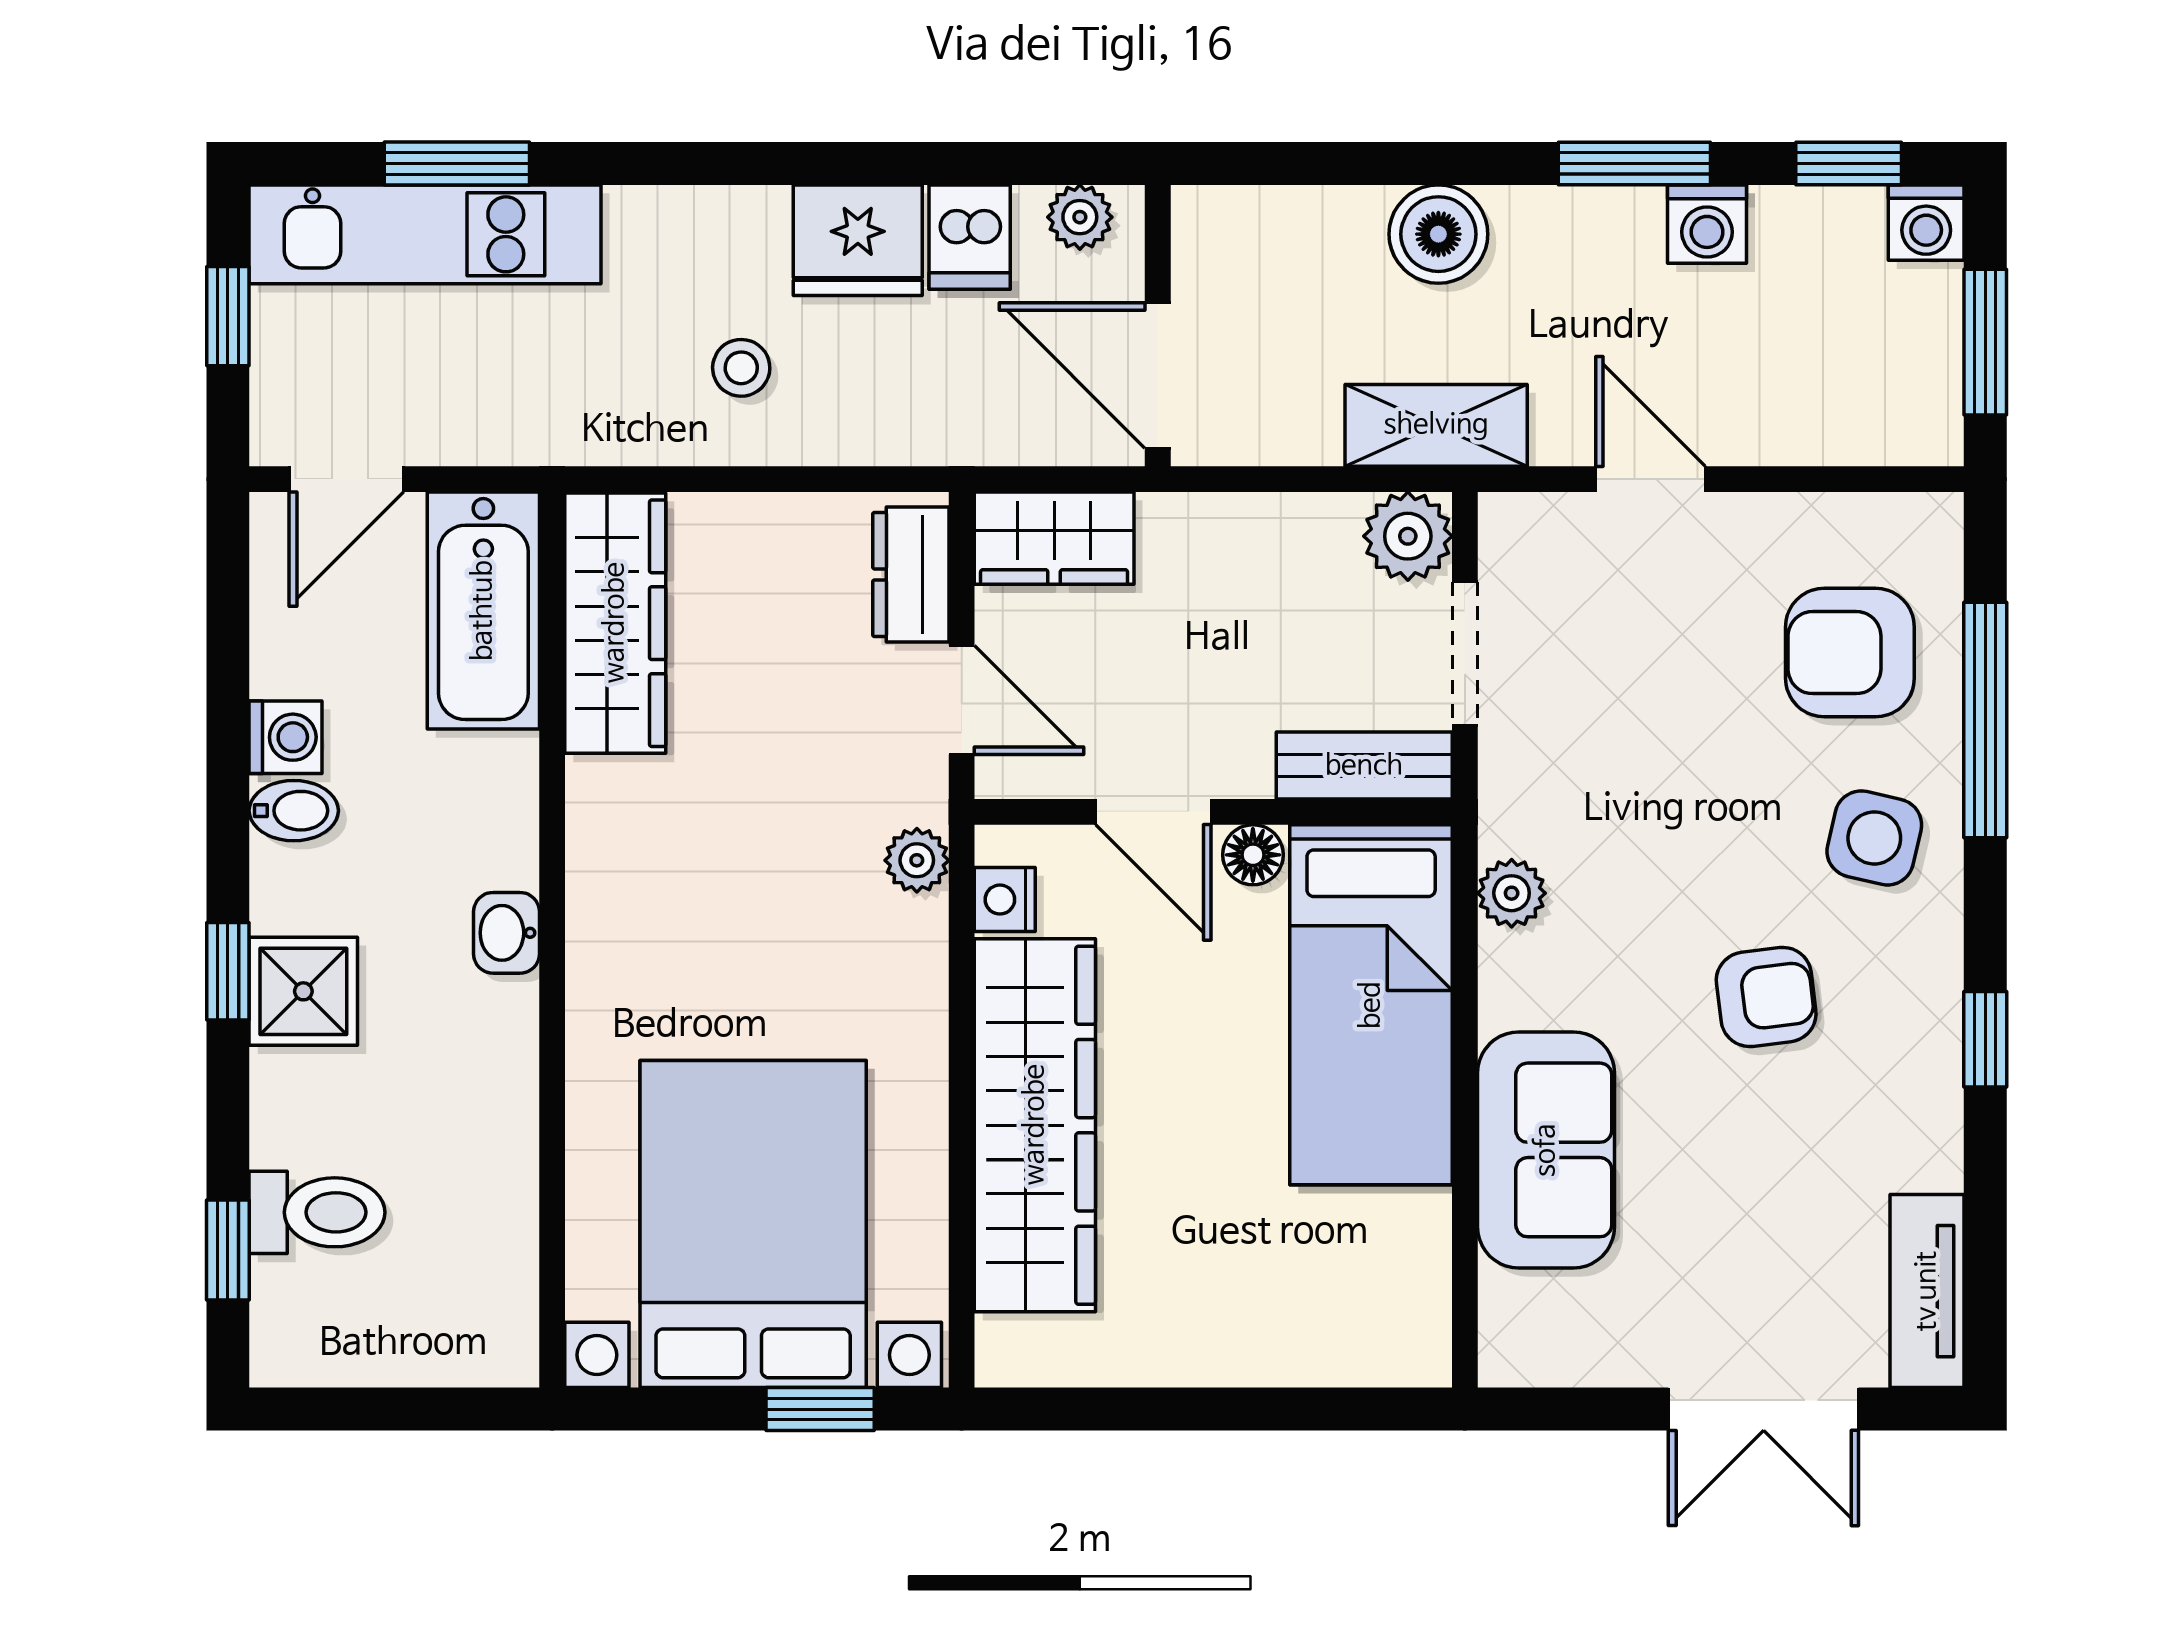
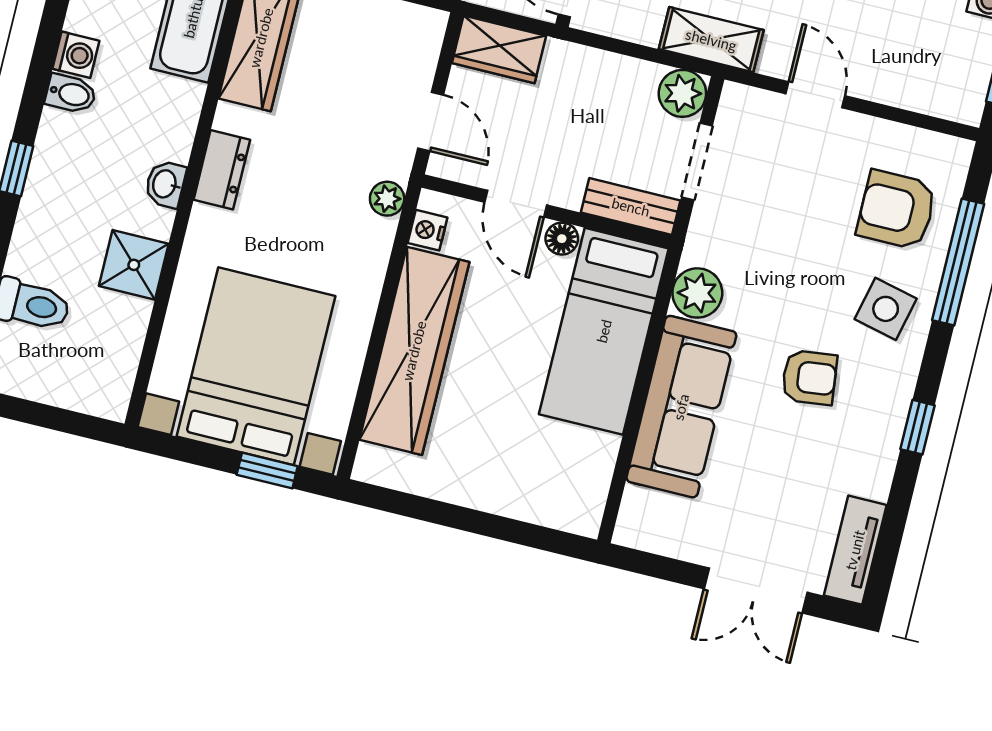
dresser: (911, 574) -> (222, 170), moved, turned 180
plant: (1512, 893) -> (697, 293), width x1.38, depth x1.38
shower: (303, 991) -> (134, 265), moved
sofa: (1546, 1150) -> (681, 407), width x1.36

